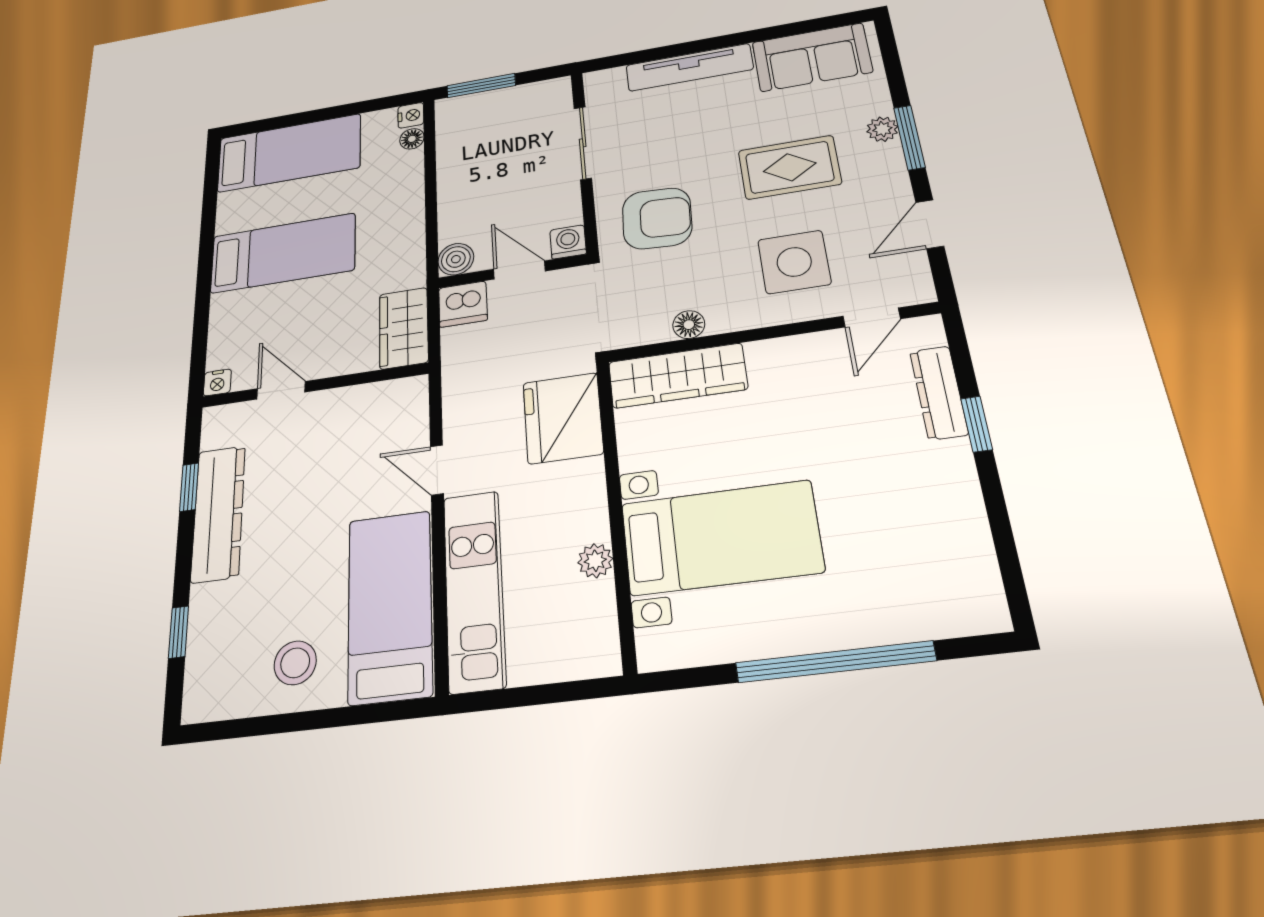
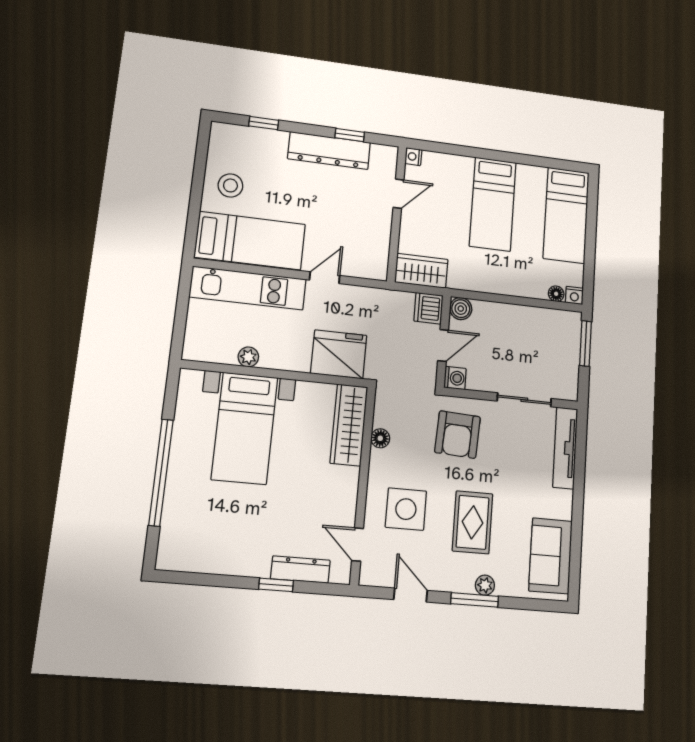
tv unit: (689, 67) -> (565, 448), moved

